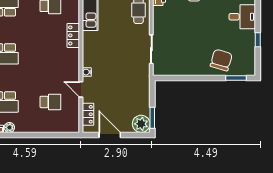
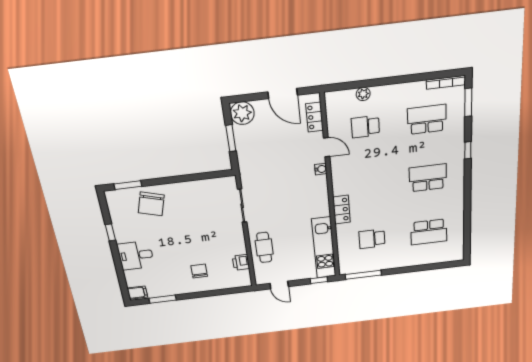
window: (152, 118) -> (231, 138), moved
plant: (9, 127) -> (363, 94), moved

